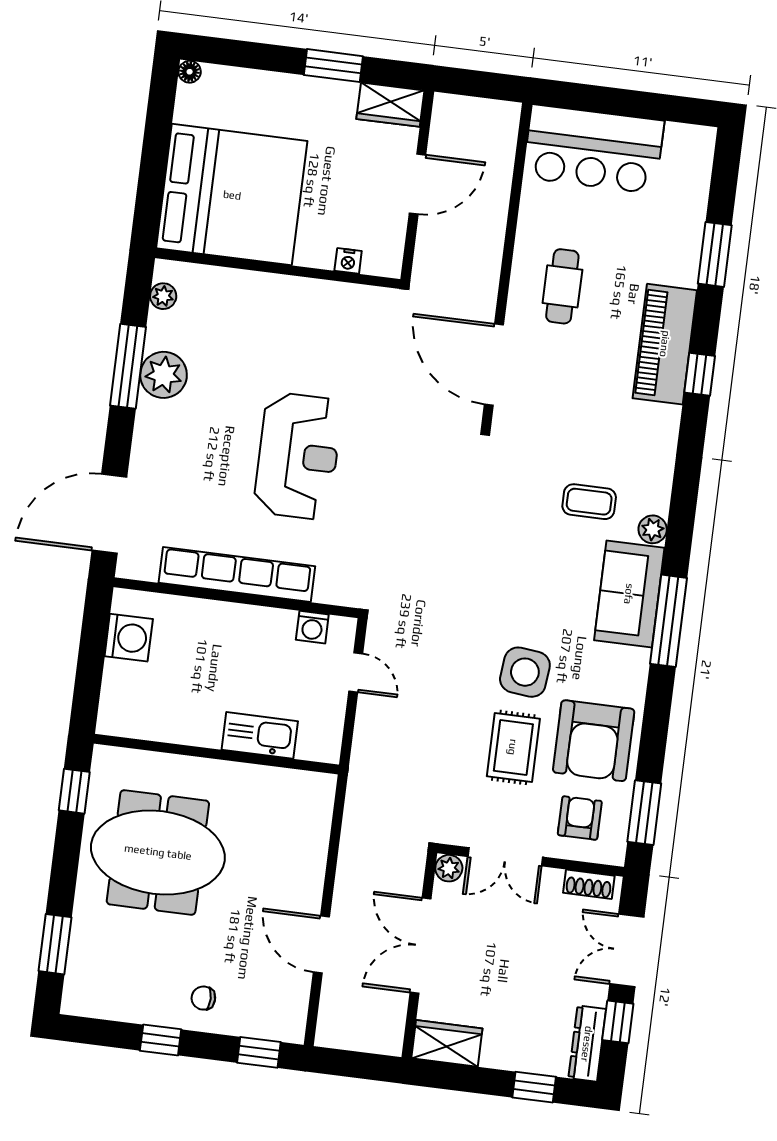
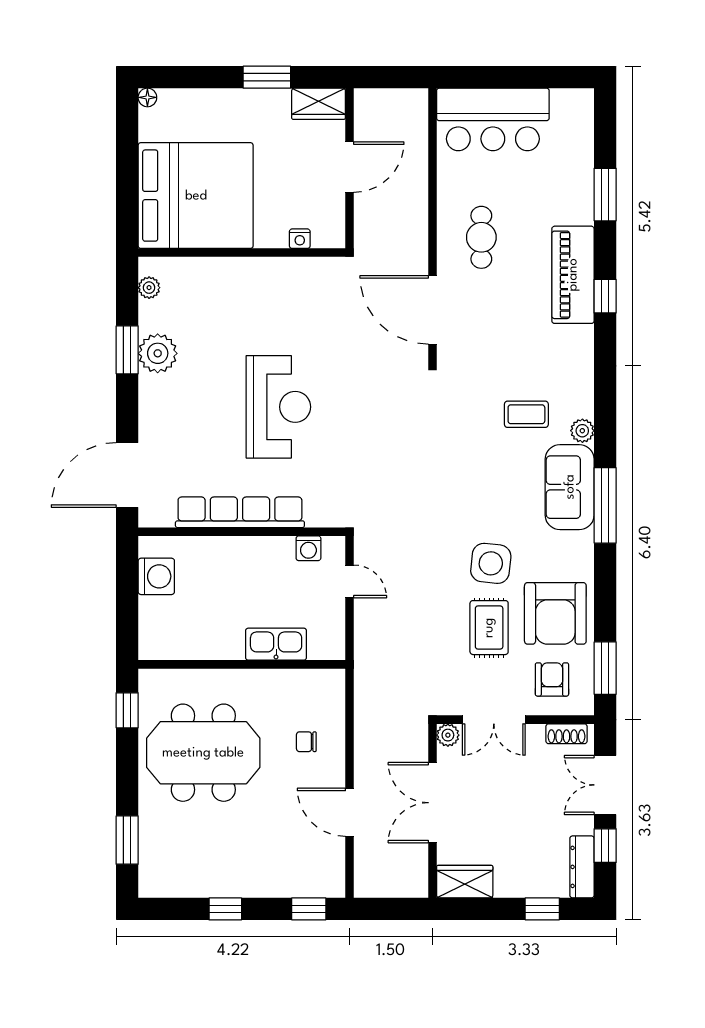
window: (128, 366) -> (127, 350), width x0.69
chair: (203, 998) -> (306, 742), moved

